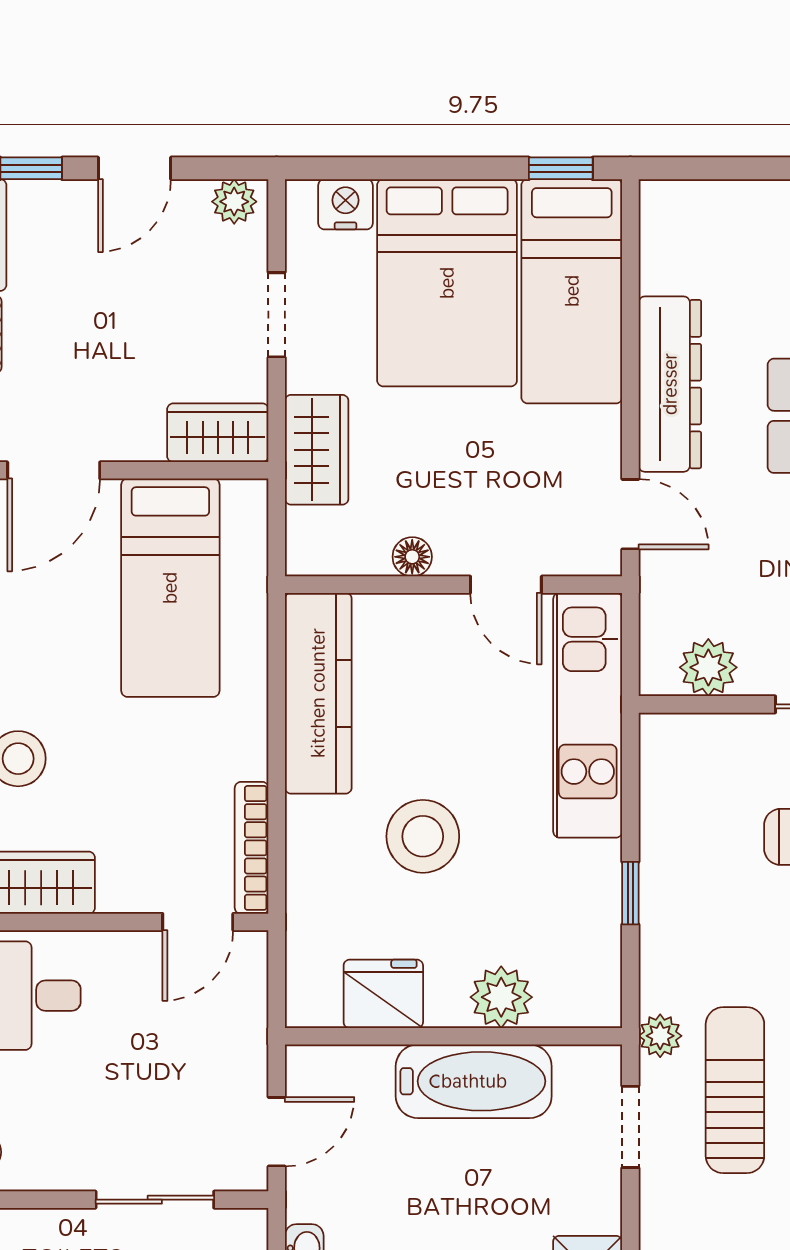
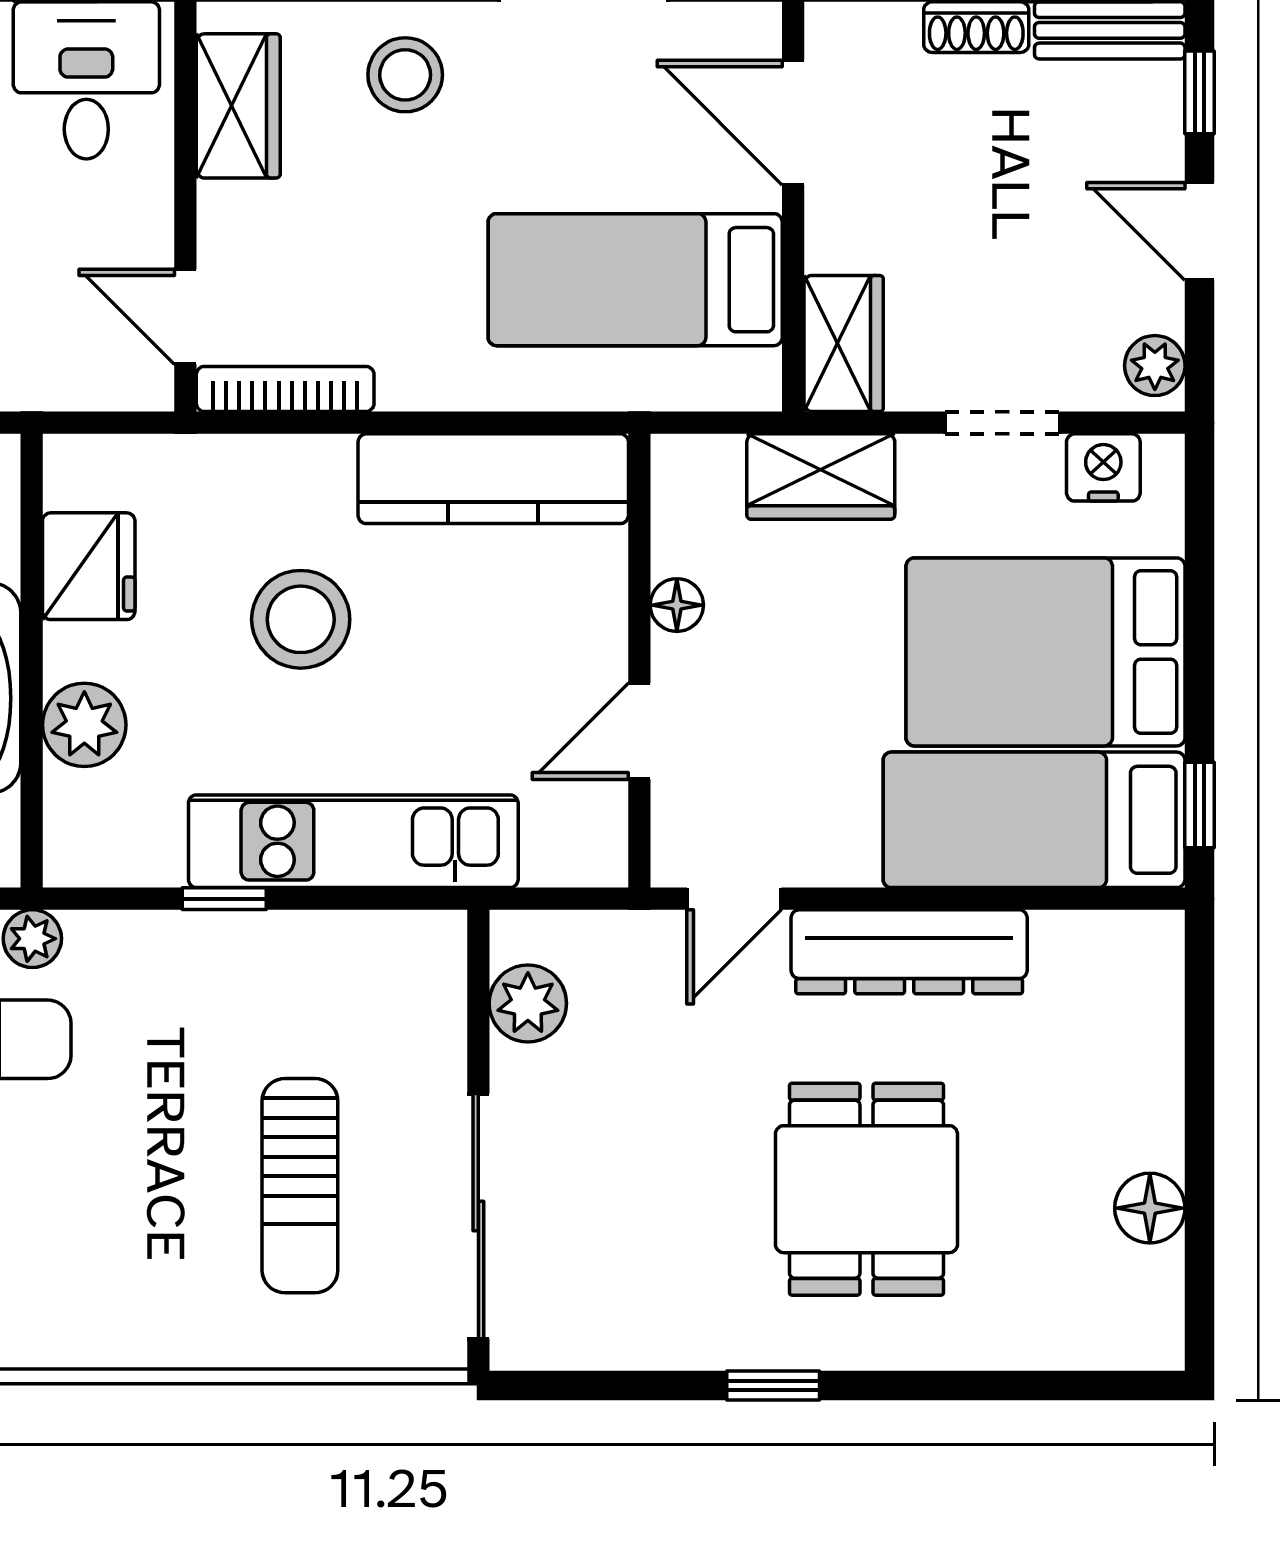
nightstand: (345, 204) -> (1103, 467), moved, turned -90
kitchen unit: (588, 715) -> (353, 841), moved

